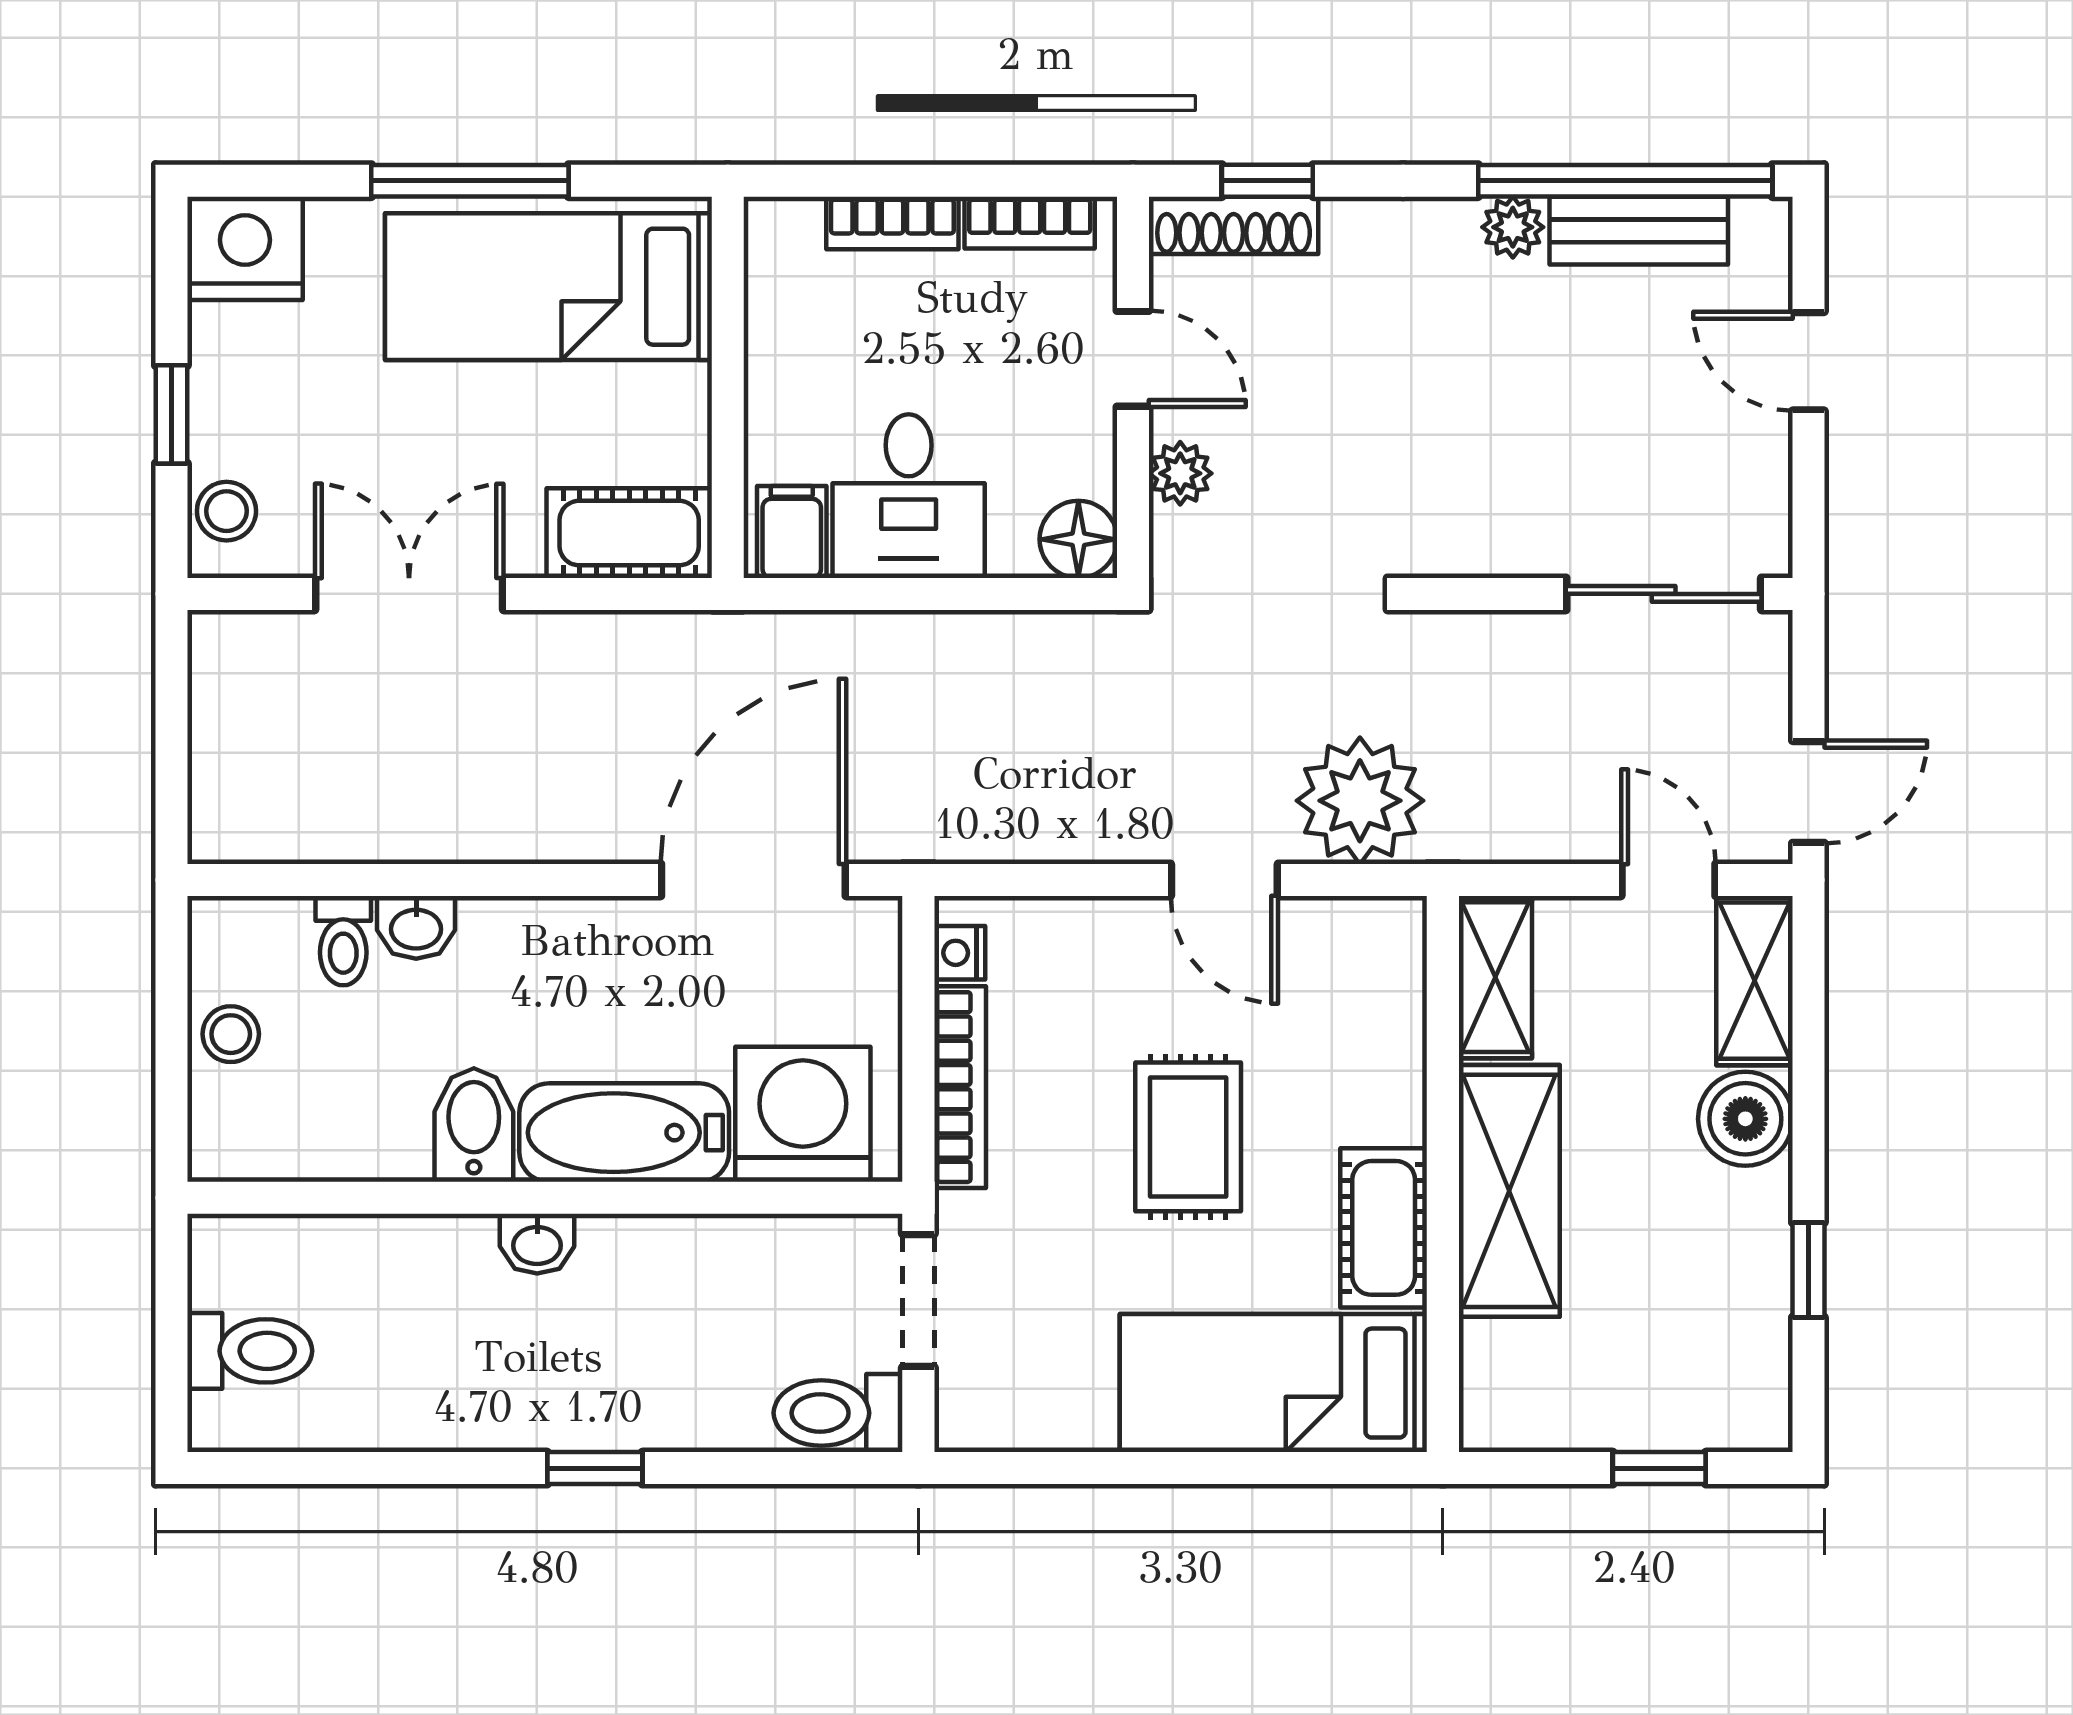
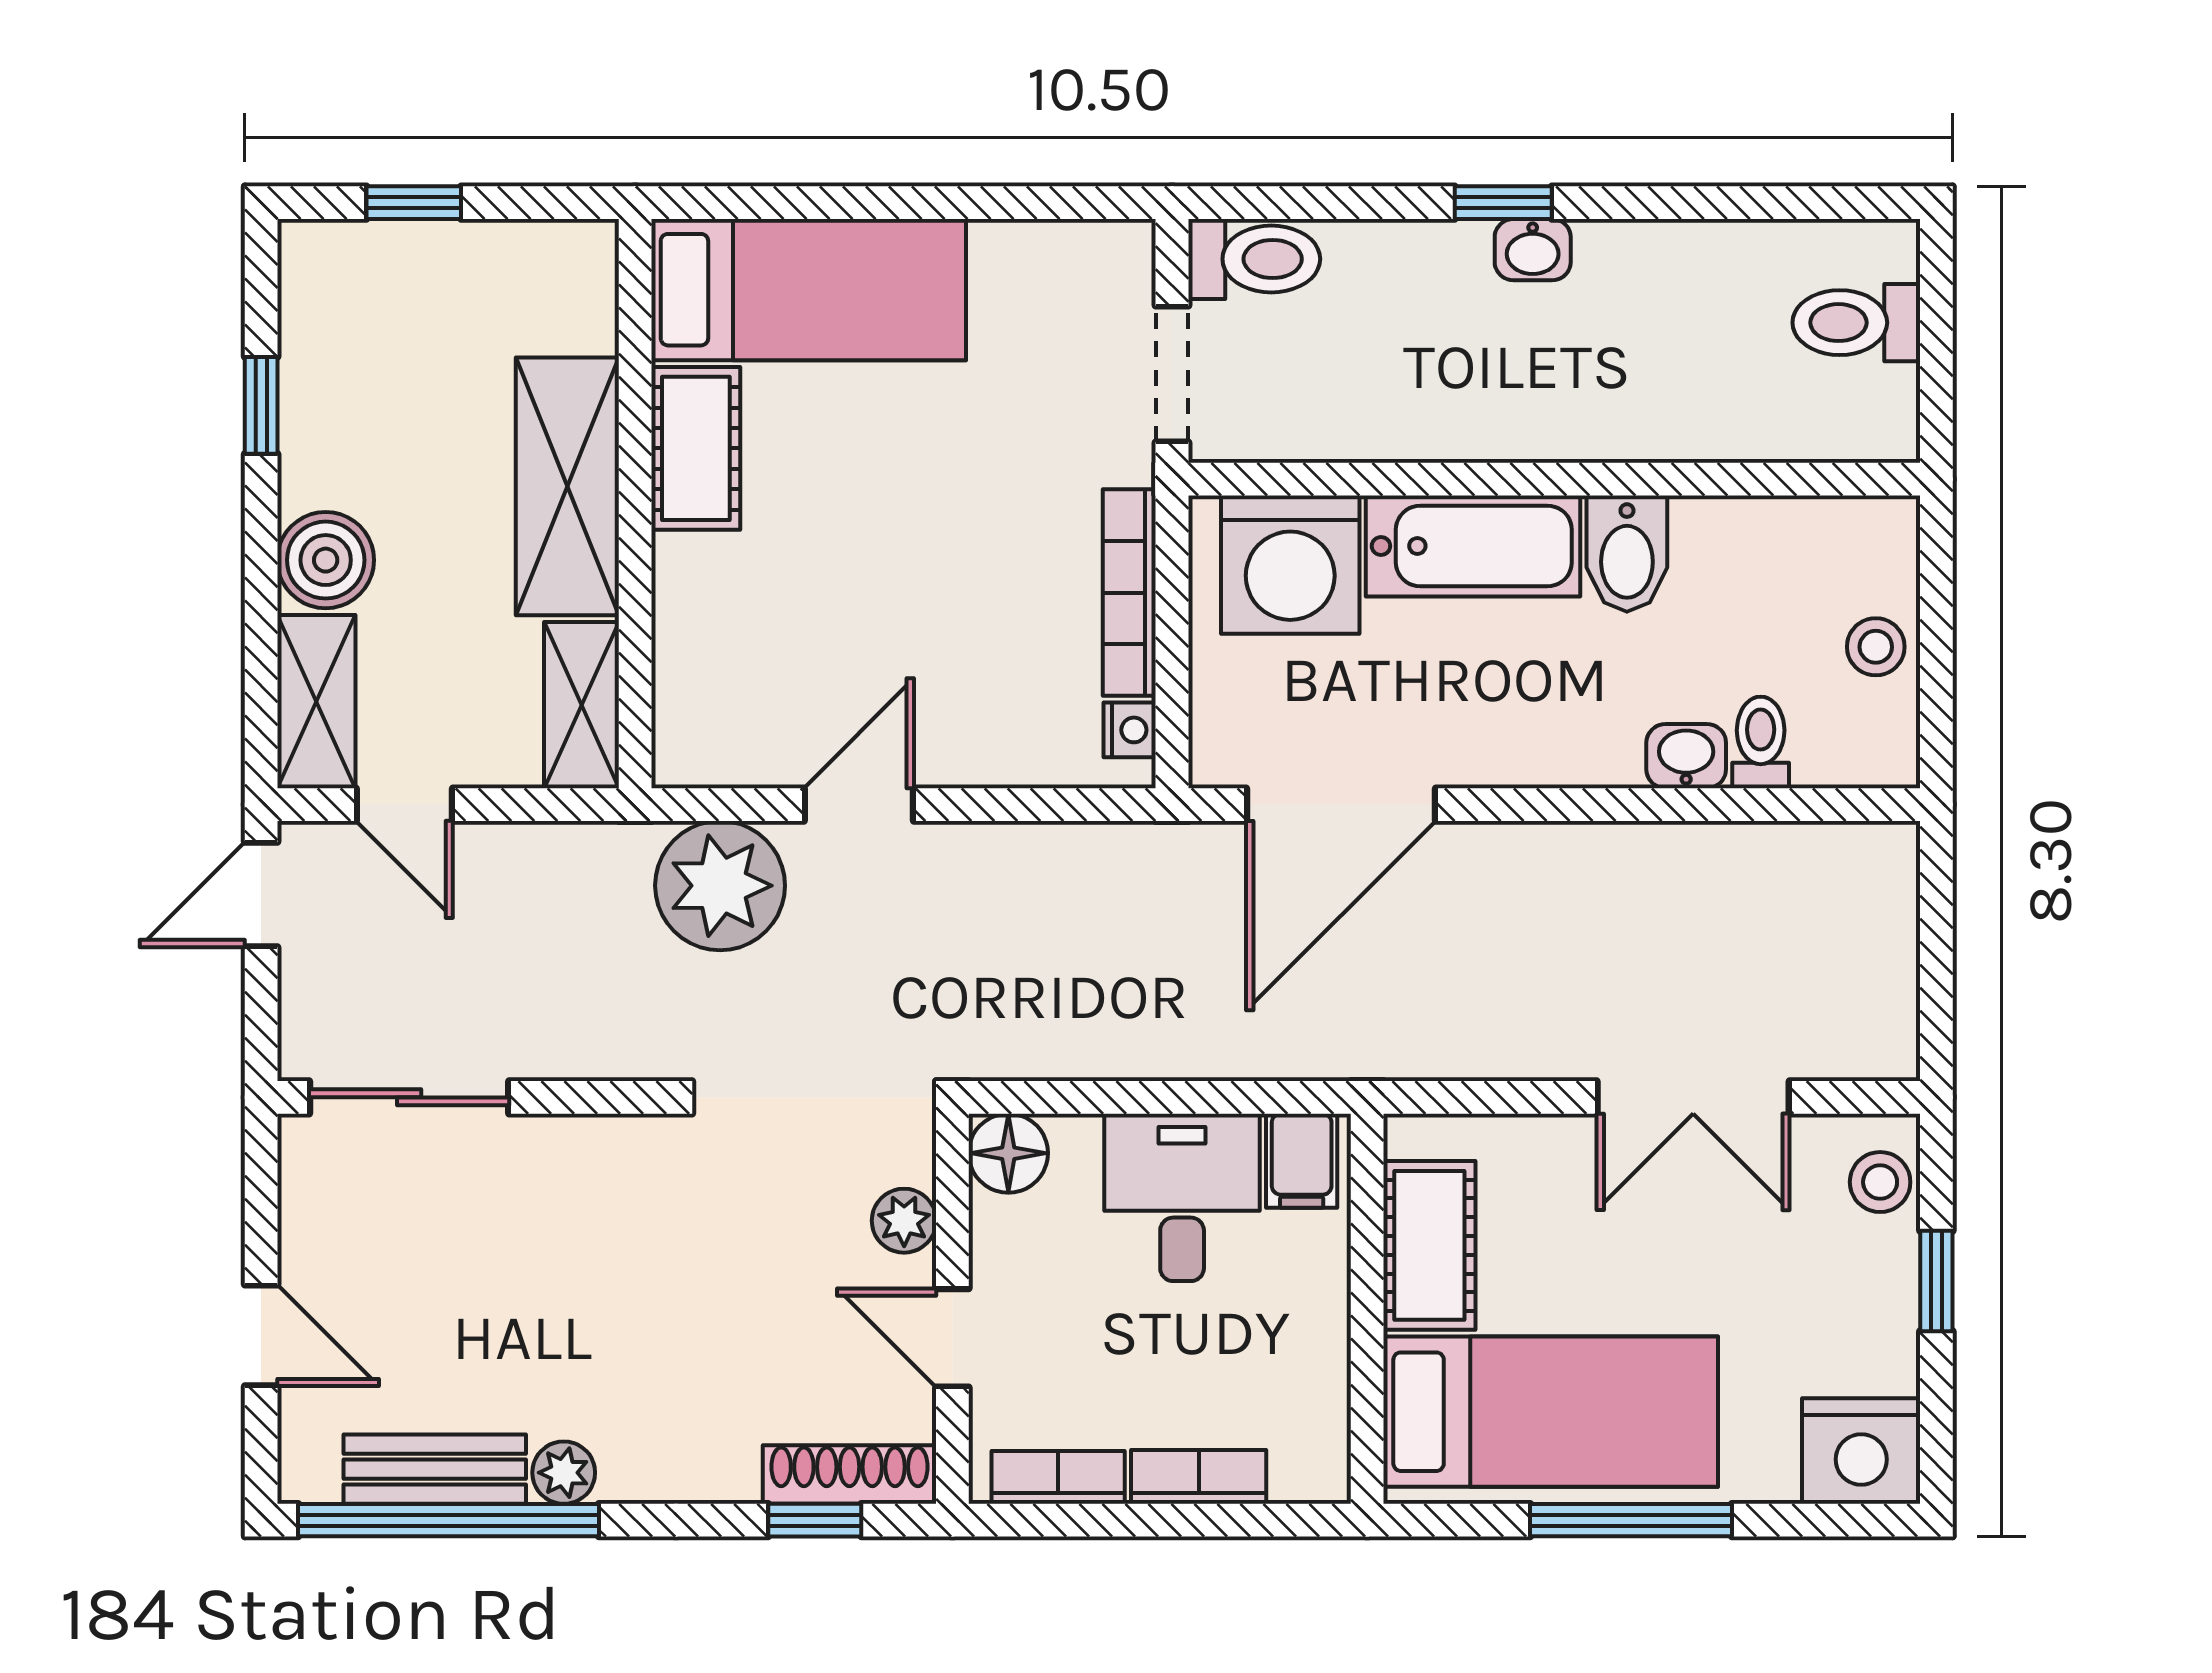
cot: (629, 533) -> (1429, 1245), moved, turned 90
door: (1224, 880) -> (859, 805), hinge flipped
rug: (1188, 1137) -> (896, 542), removed
washbasin: (537, 1244) -> (1533, 250), moved, turned 180

